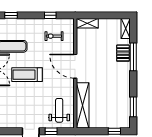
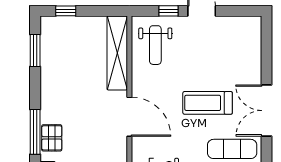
treadmill: (27, 75) -> (208, 103), turned 180

